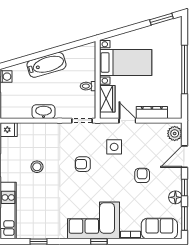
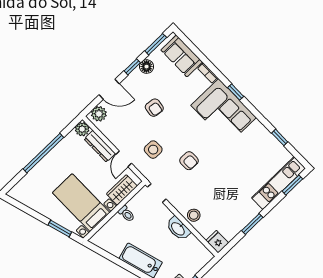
window: (161, 19) -> (60, 228), moved
plant: (175, 112) -> (82, 129), added
stool: (37, 167) -> (194, 215), moved
armchair: (142, 175) -> (154, 108), turned -82

